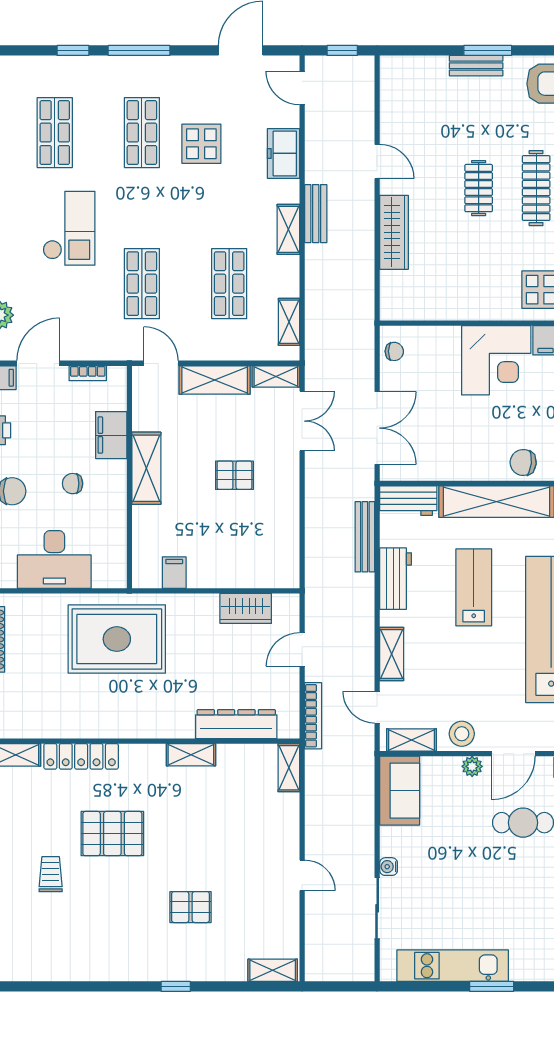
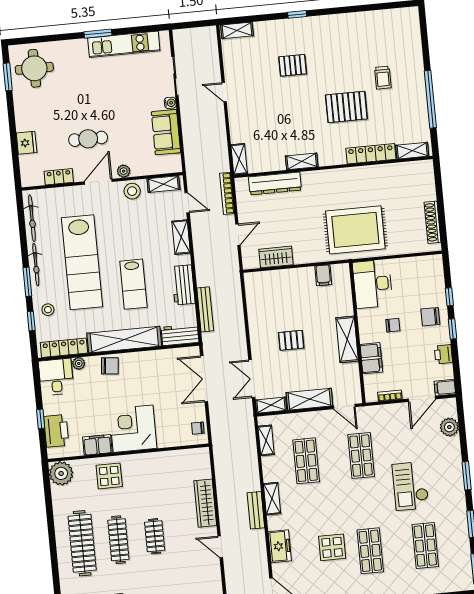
desk: (54, 560) -> (373, 284), moved, turned -90
sofa: (400, 791) -> (166, 132), moved

